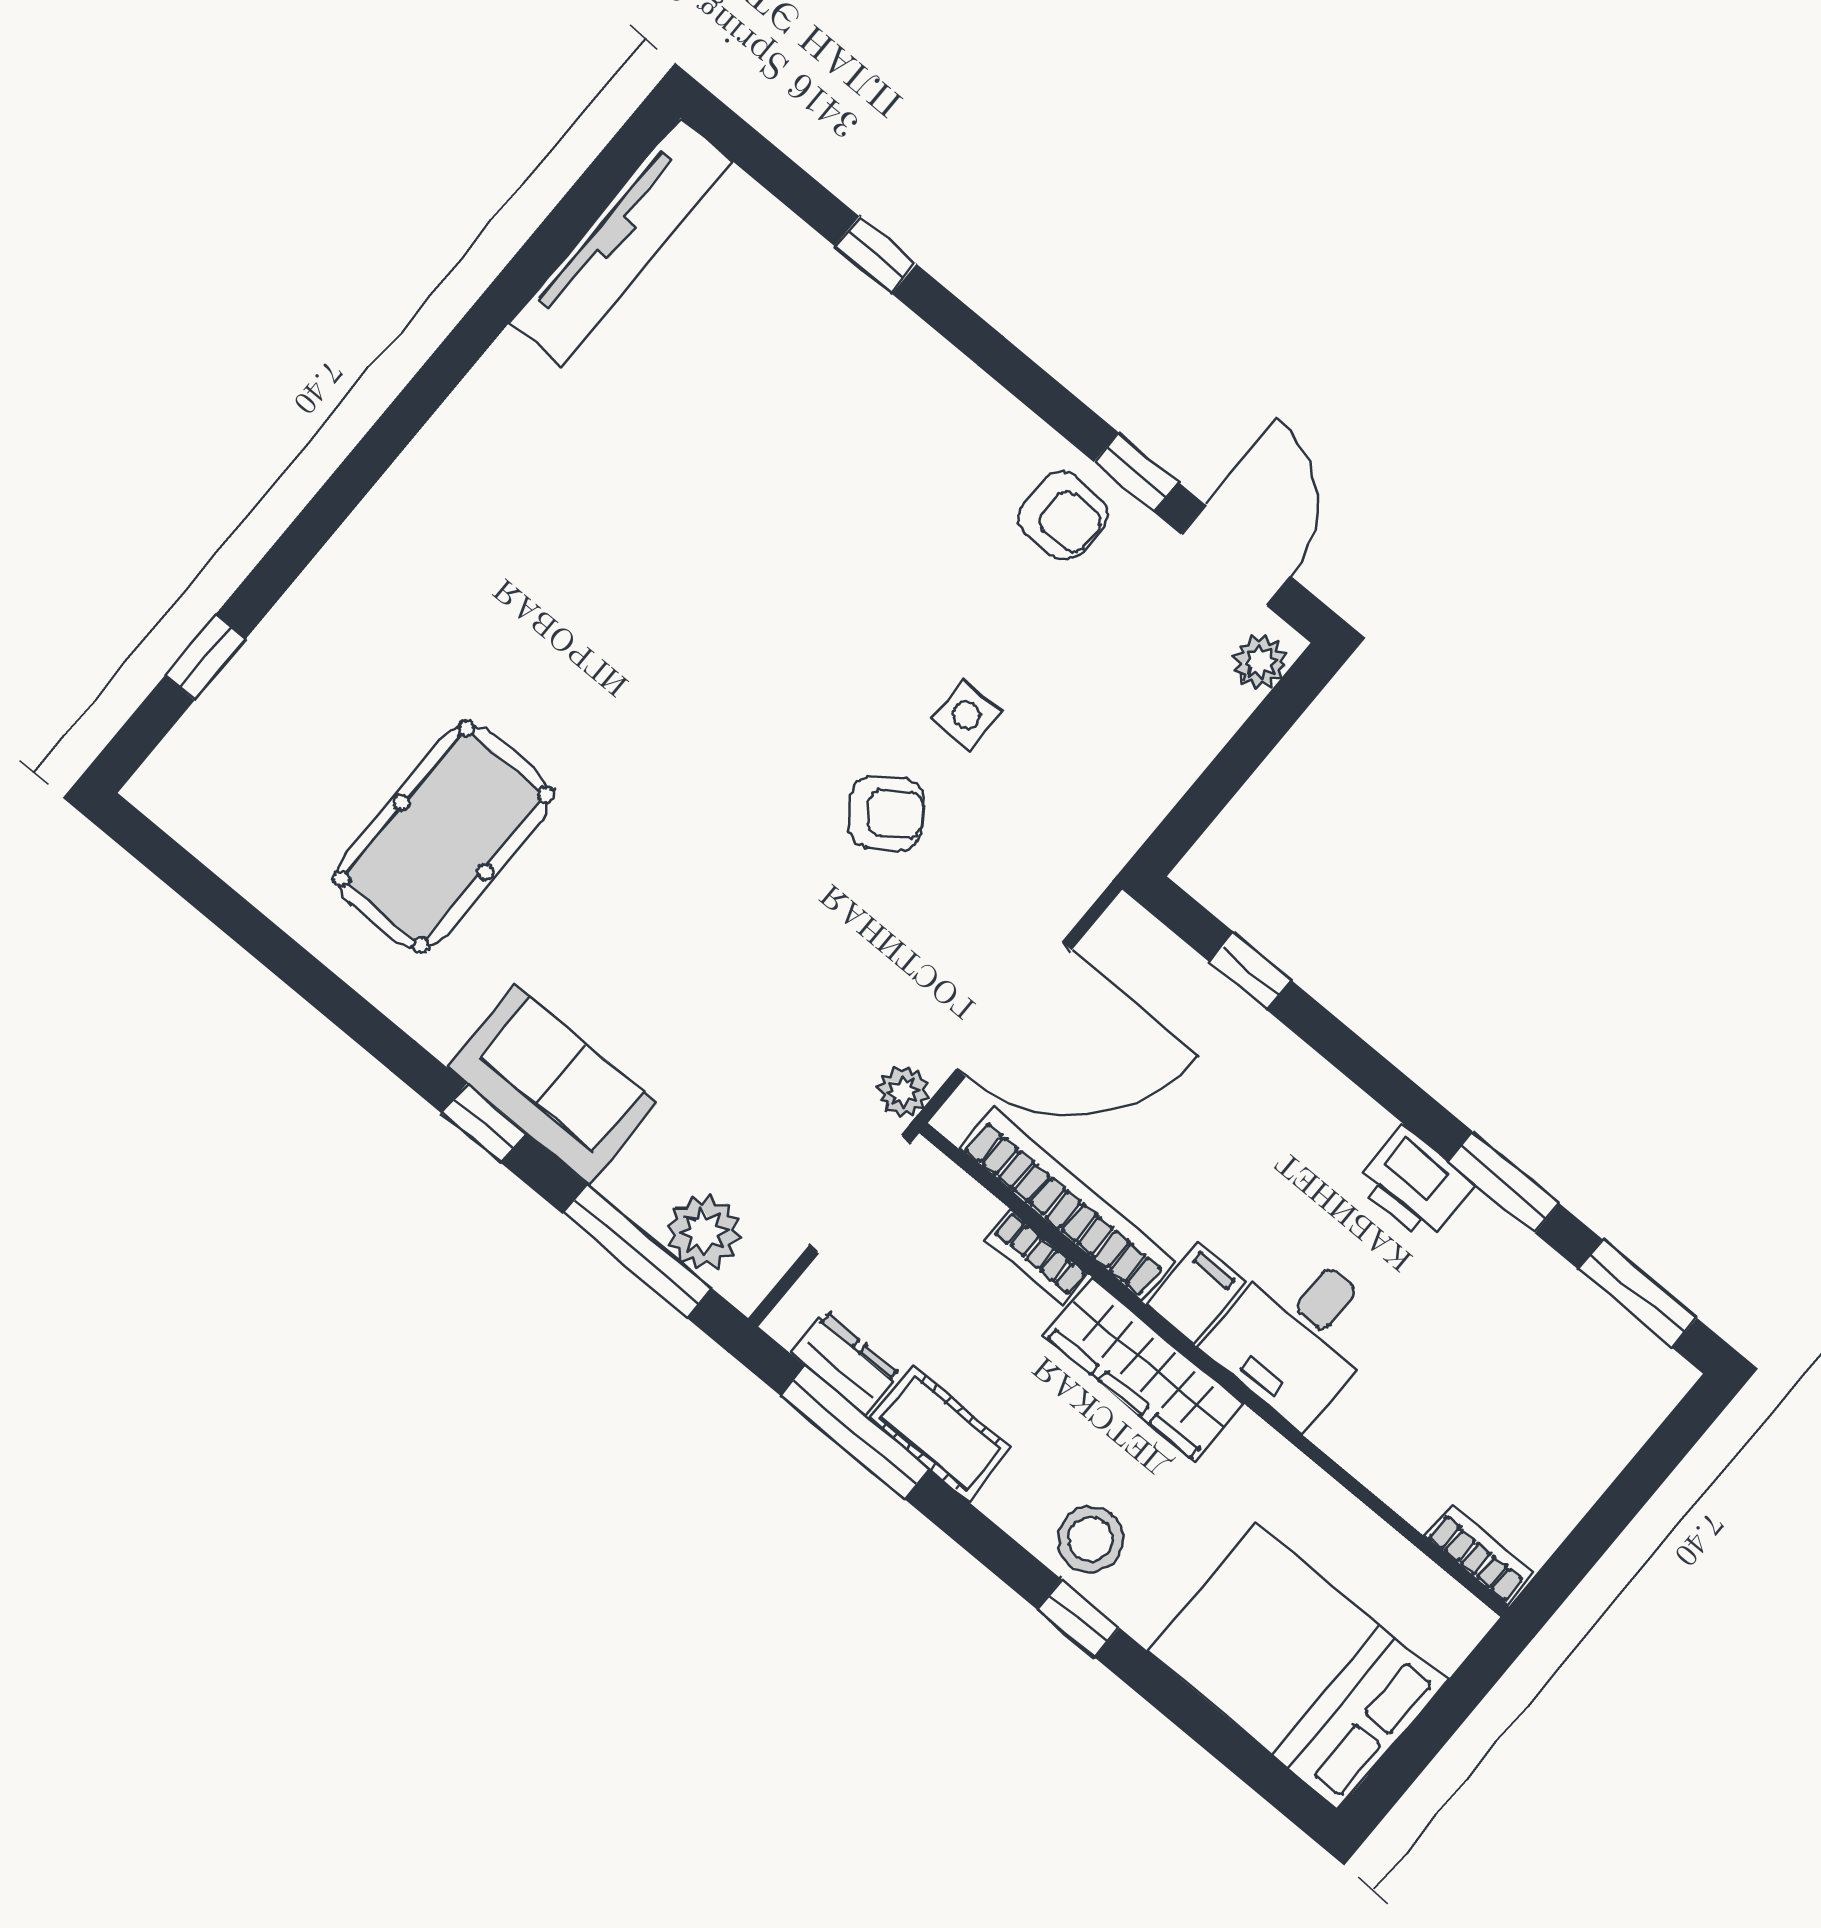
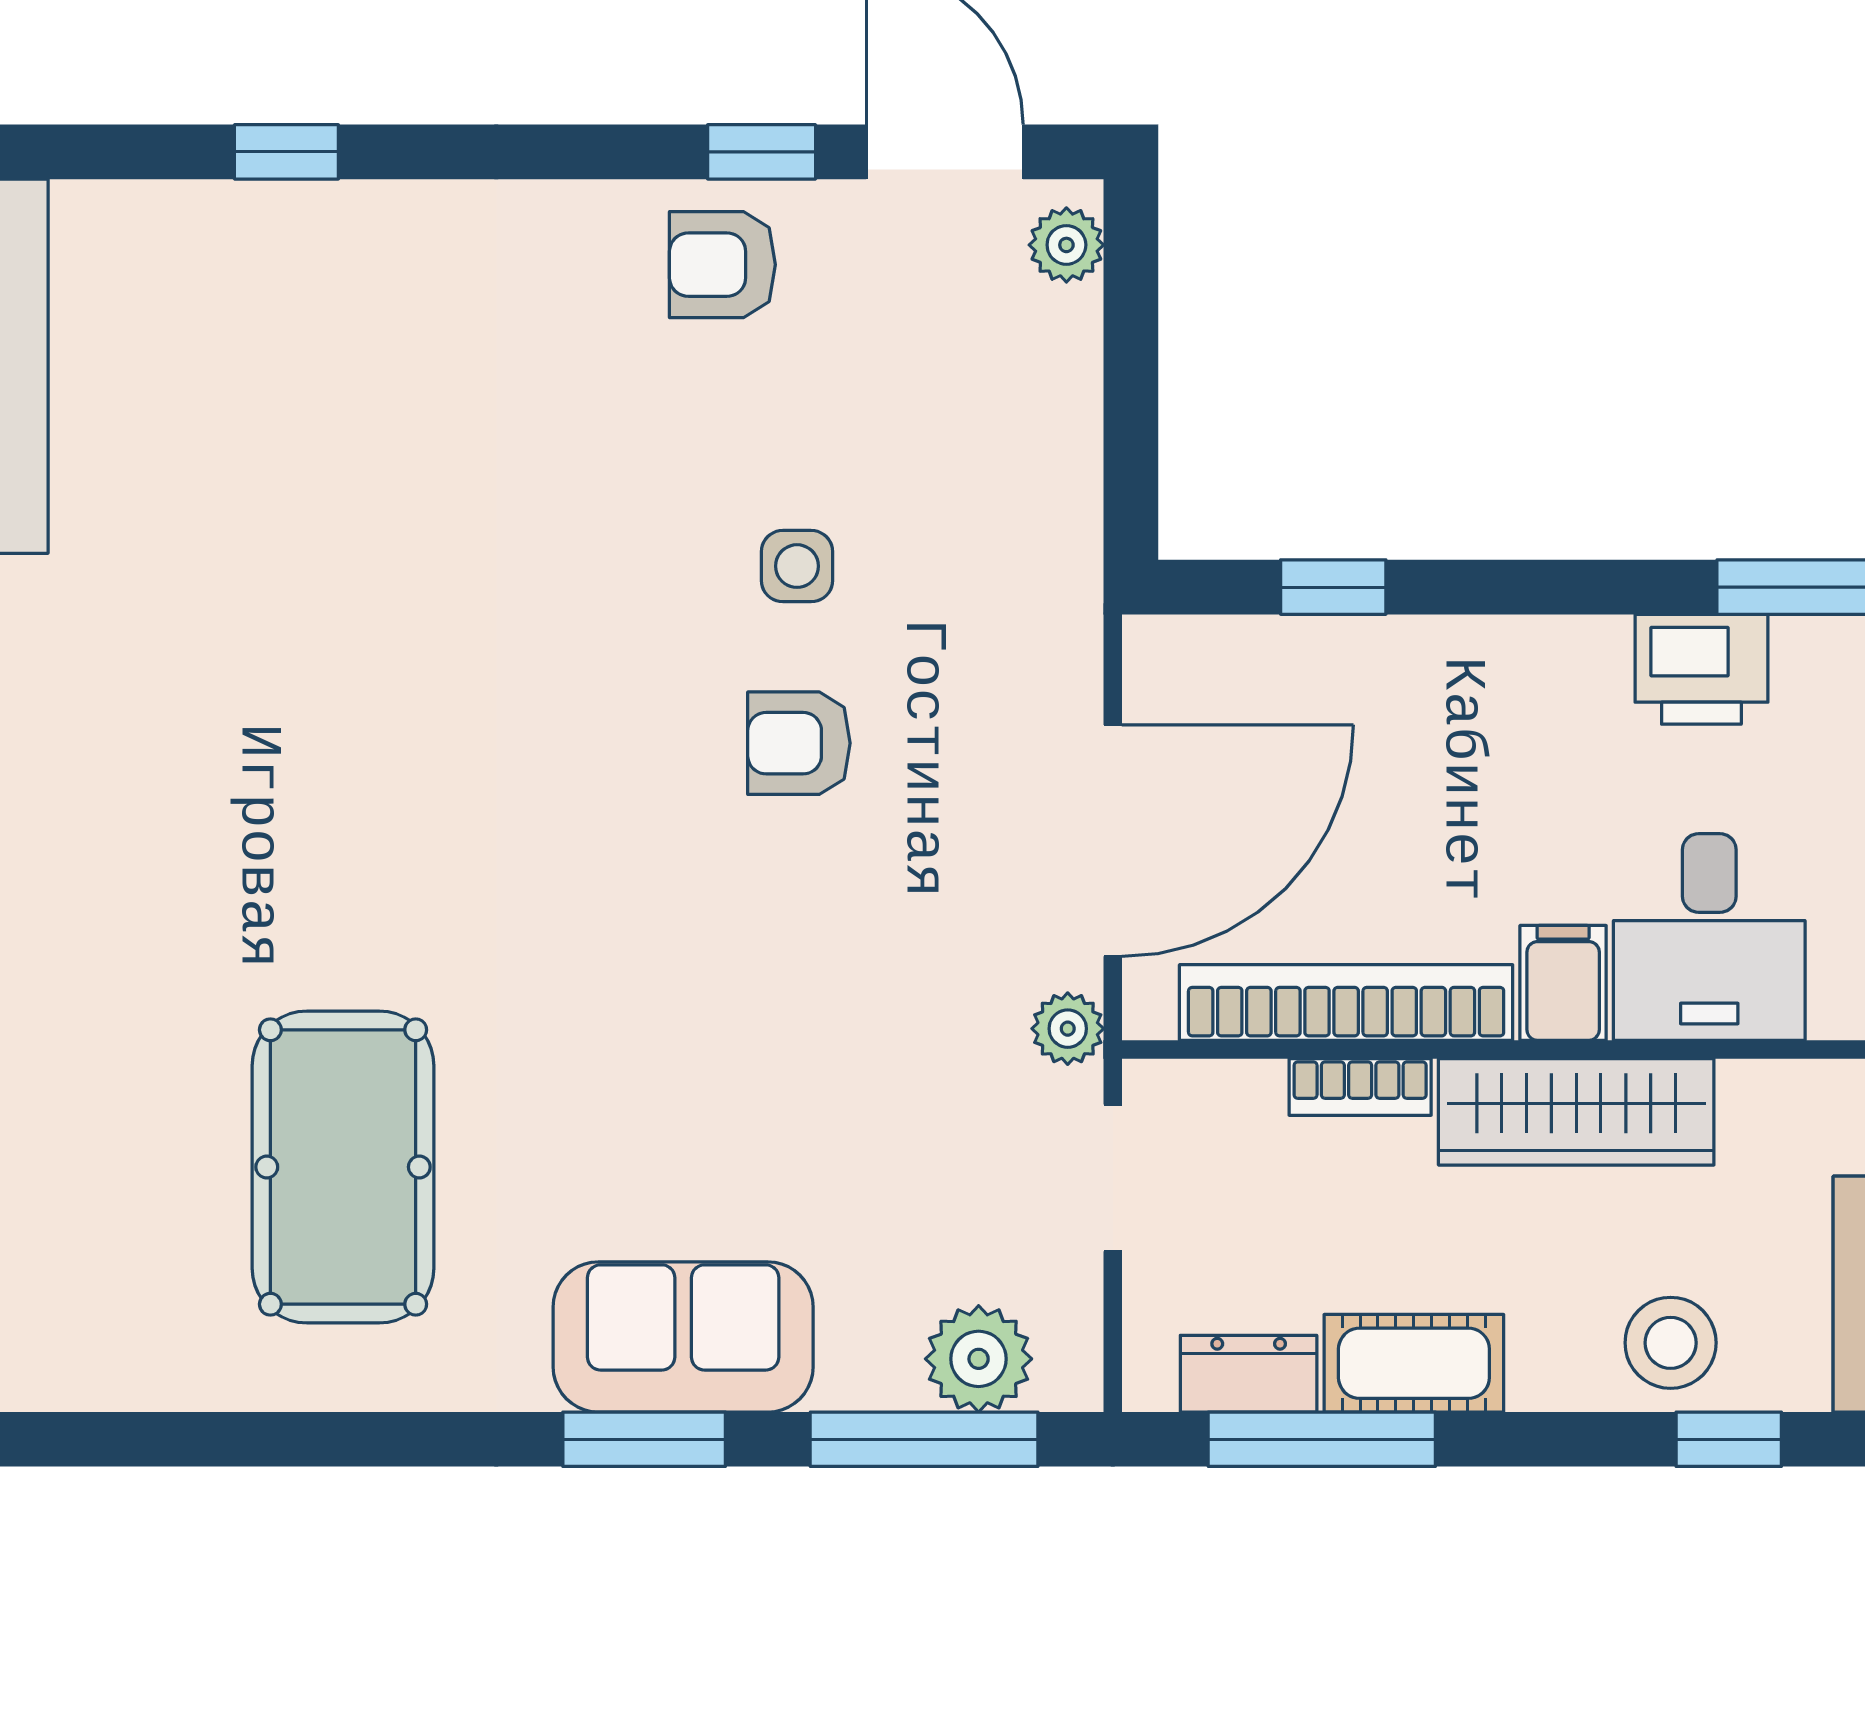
armchair: (1063, 516) -> (722, 265), turned 180
armchair: (886, 813) -> (799, 743), turned -145
window: (484, 1123) -> (644, 1439), width x1.50
doorway: (860, 1194) -> (1113, 1178), width x0.73

